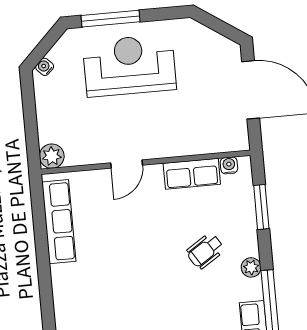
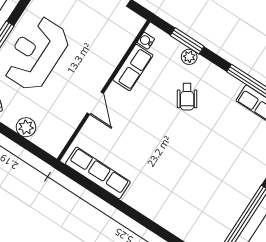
plant: (52, 156) -> (26, 127), moved
plant: (251, 267) -> (189, 57), moved

